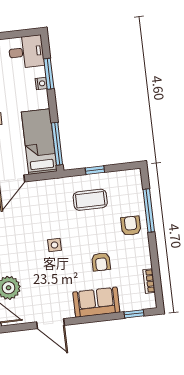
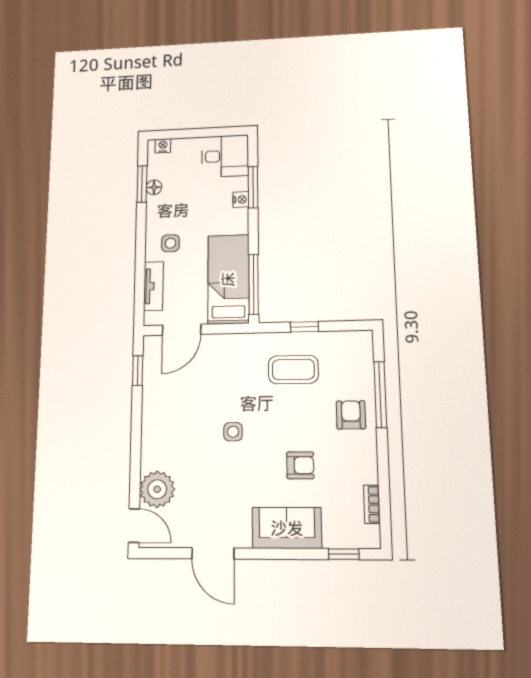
armchair: (101, 262) -> (300, 465), turned -90

